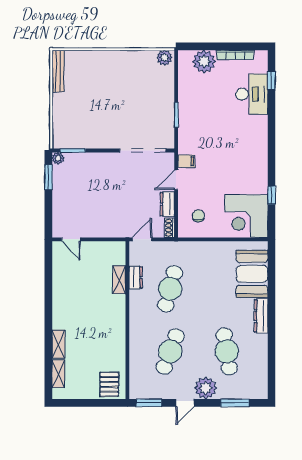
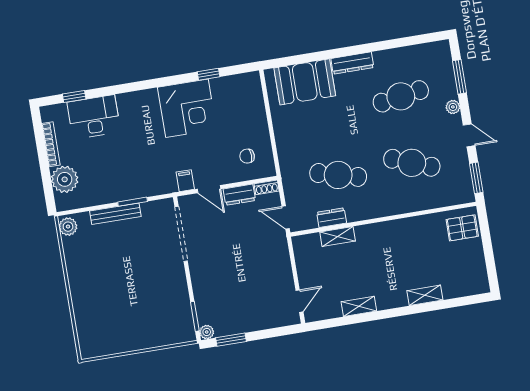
bench: (58, 71) -> (115, 214), moved
corner desk: (246, 216) -> (187, 108), moved
shelving: (58, 374) -> (359, 306), moved
plant: (206, 388) -> (453, 107), width x0.53, depth x0.53

